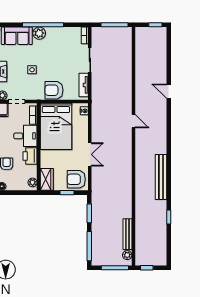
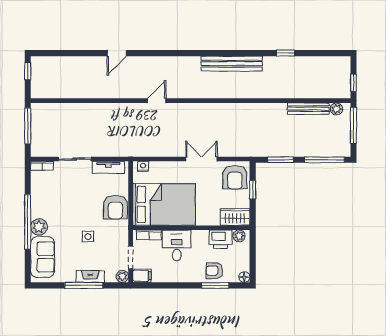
printer: (30, 156) -> (221, 239), moved

